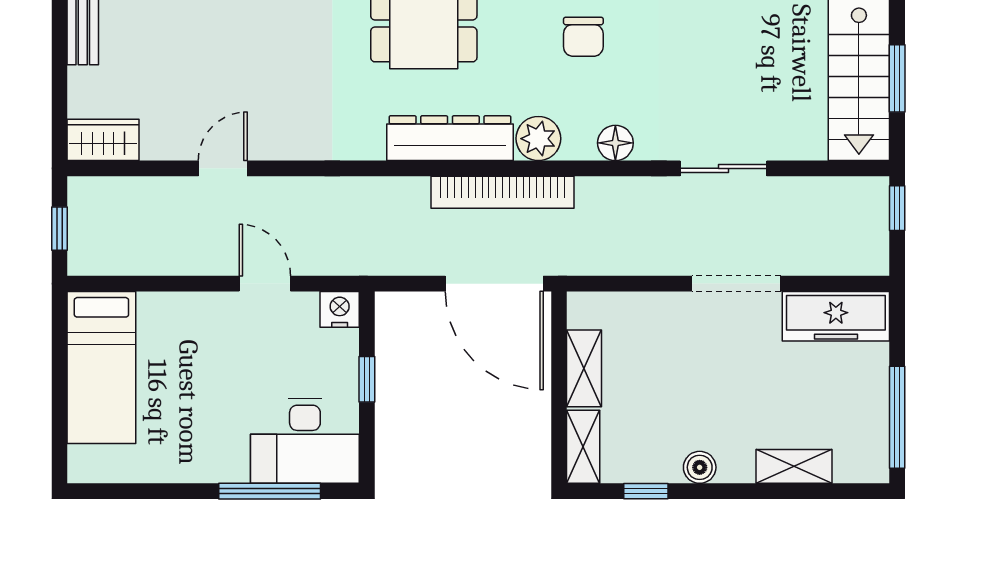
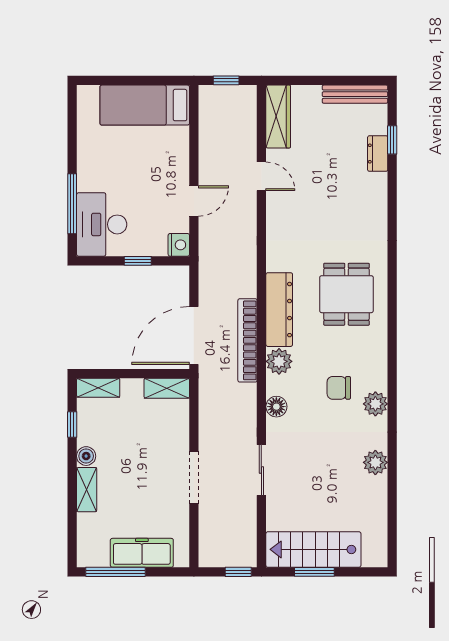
wardrobe: (103, 140) -> (278, 117), width x1.50
freezer: (836, 316) -> (142, 553), moved, turned 90
shelving: (584, 368) -> (167, 388), moved
shelving: (794, 466) -> (87, 490), moved

